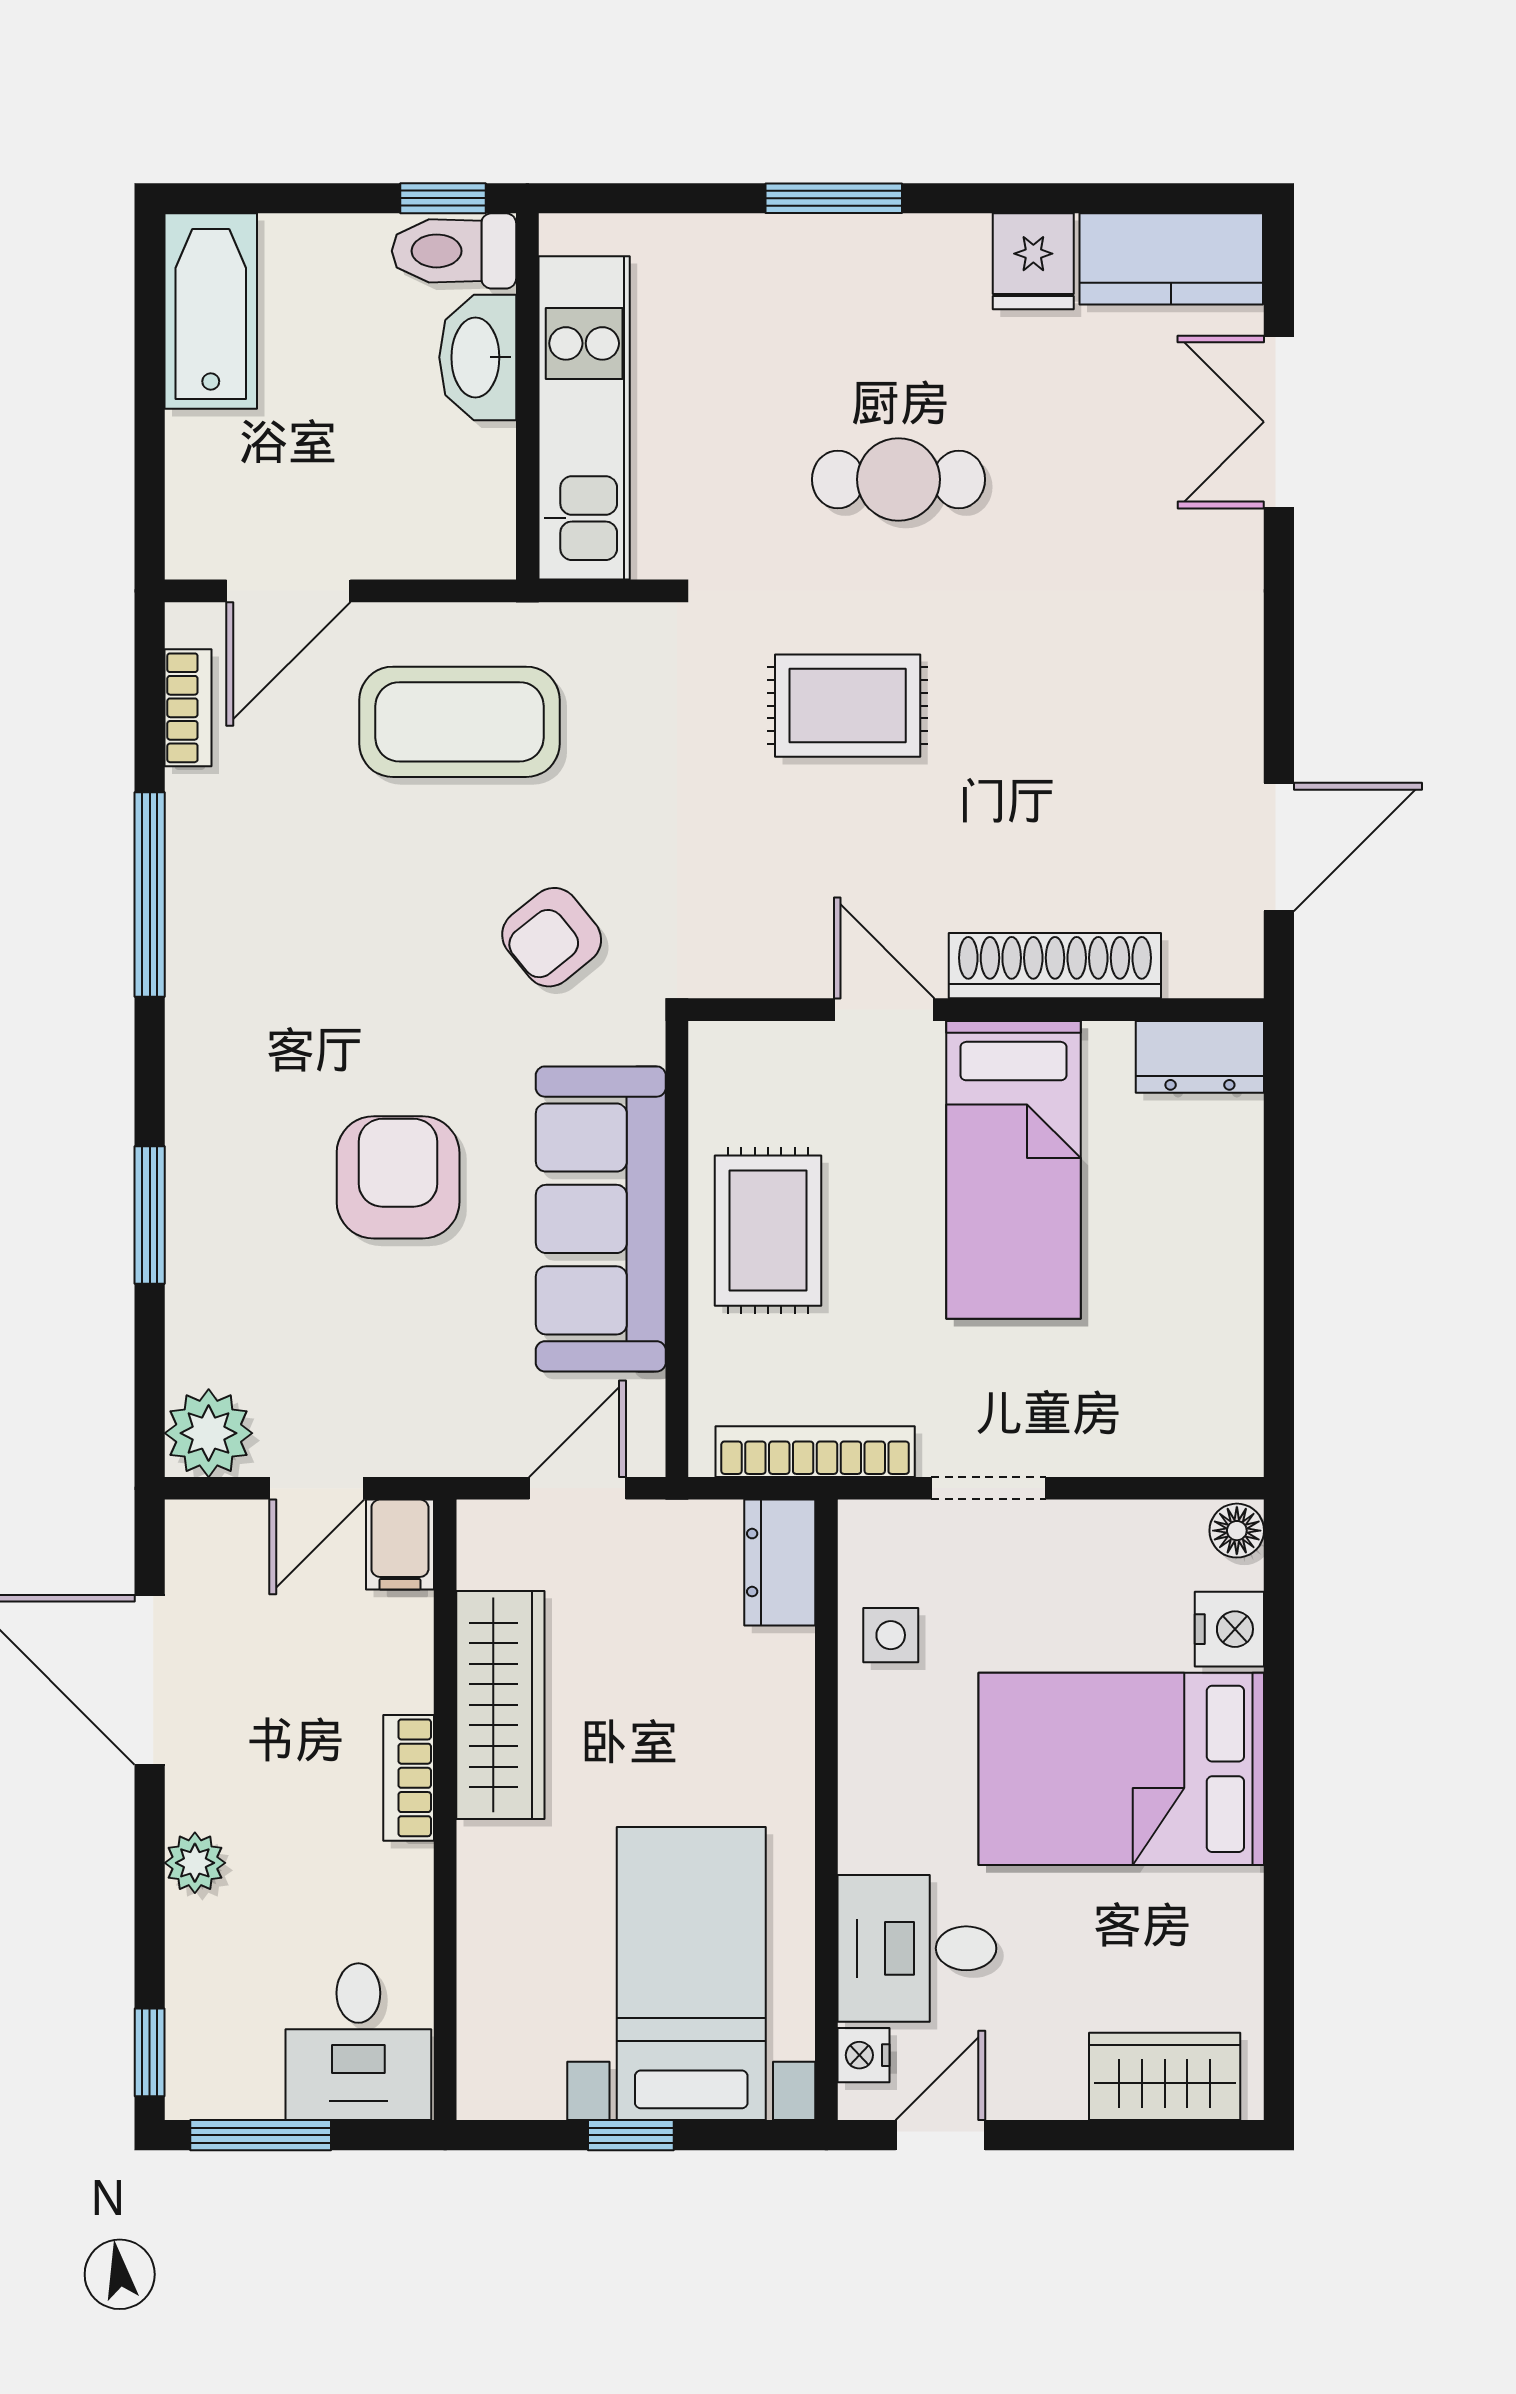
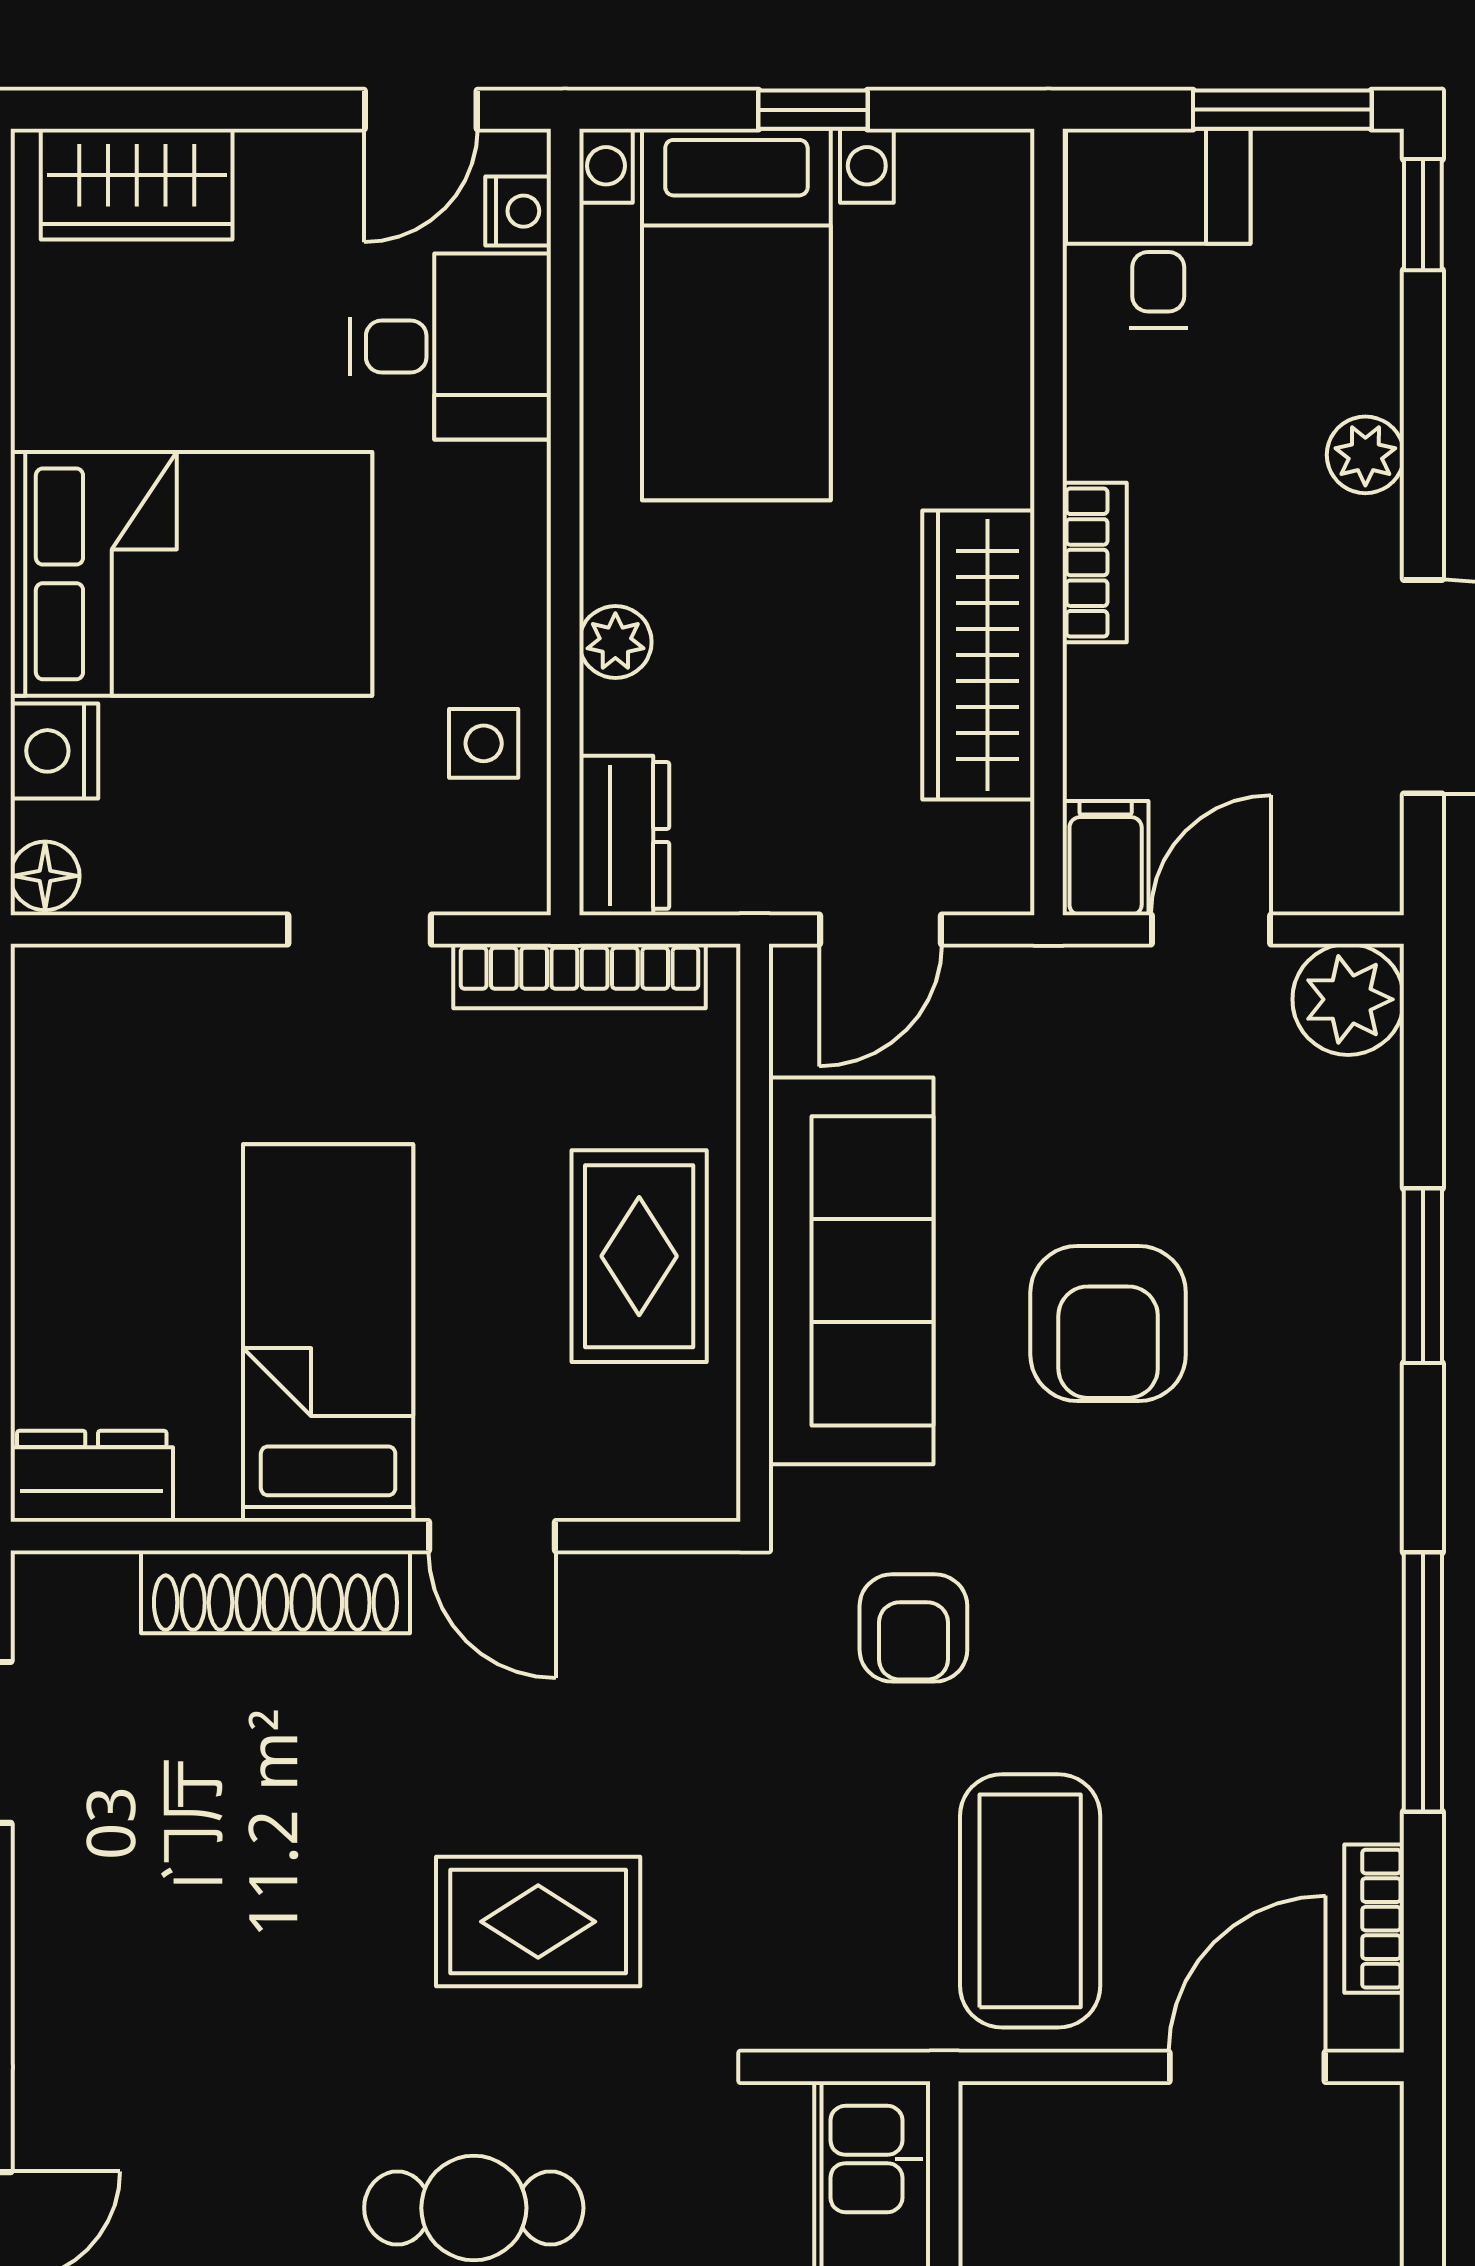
coffee table: (459, 722) -> (1030, 1901), turned 90
armchair: (552, 937) -> (913, 1628), turned 129
plant: (787, 1715) -> (615, 642), added

